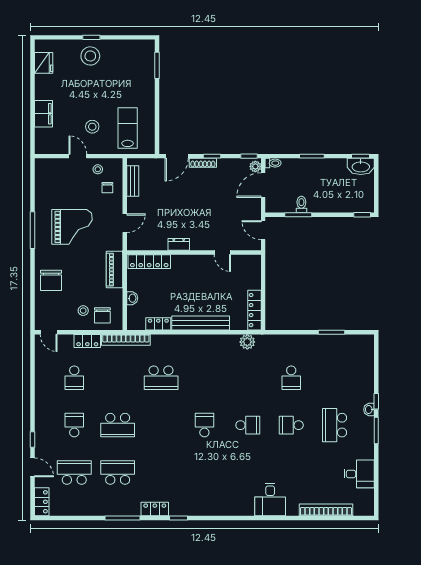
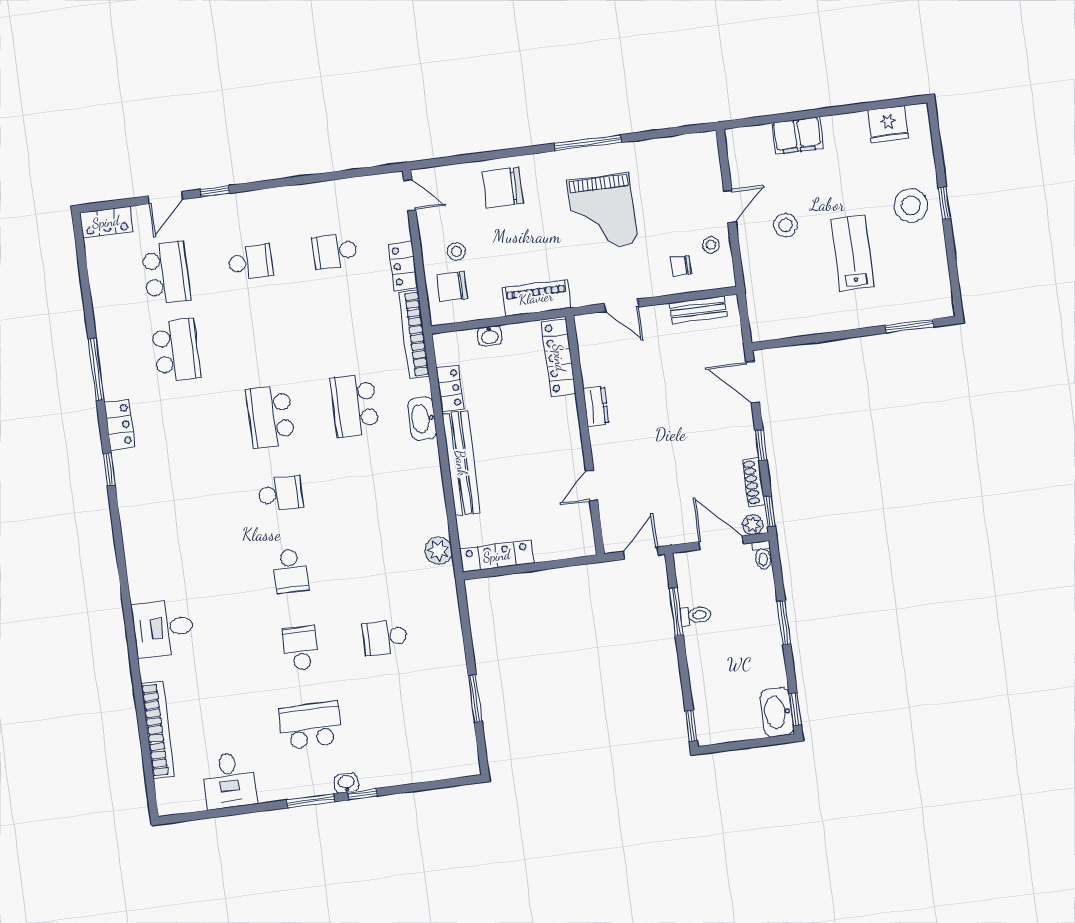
lab bench: (128, 128) -> (853, 253), moved, turned -90
shoe rack: (203, 163) -> (754, 482), moved
door: (49, 332) -> (410, 195), swing flipped
washbasin: (173, 341) -> (422, 419), added
school desk: (118, 425) -> (270, 417), moved

